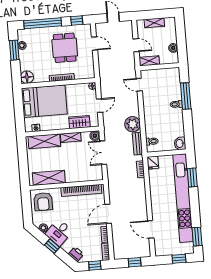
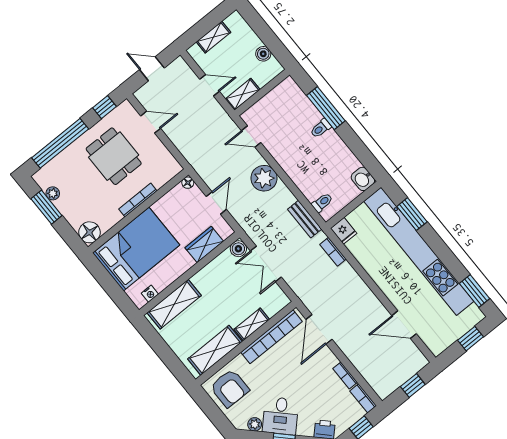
plant: (133, 124) -> (264, 178), moved
shelving: (71, 137) -> (252, 324), moved
door: (108, 214) -> (319, 329), moved

